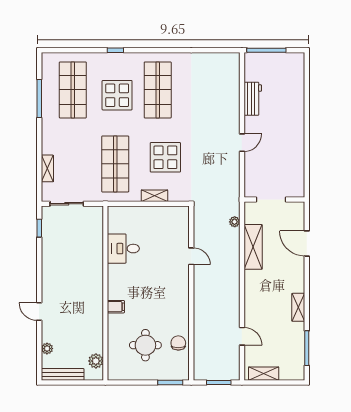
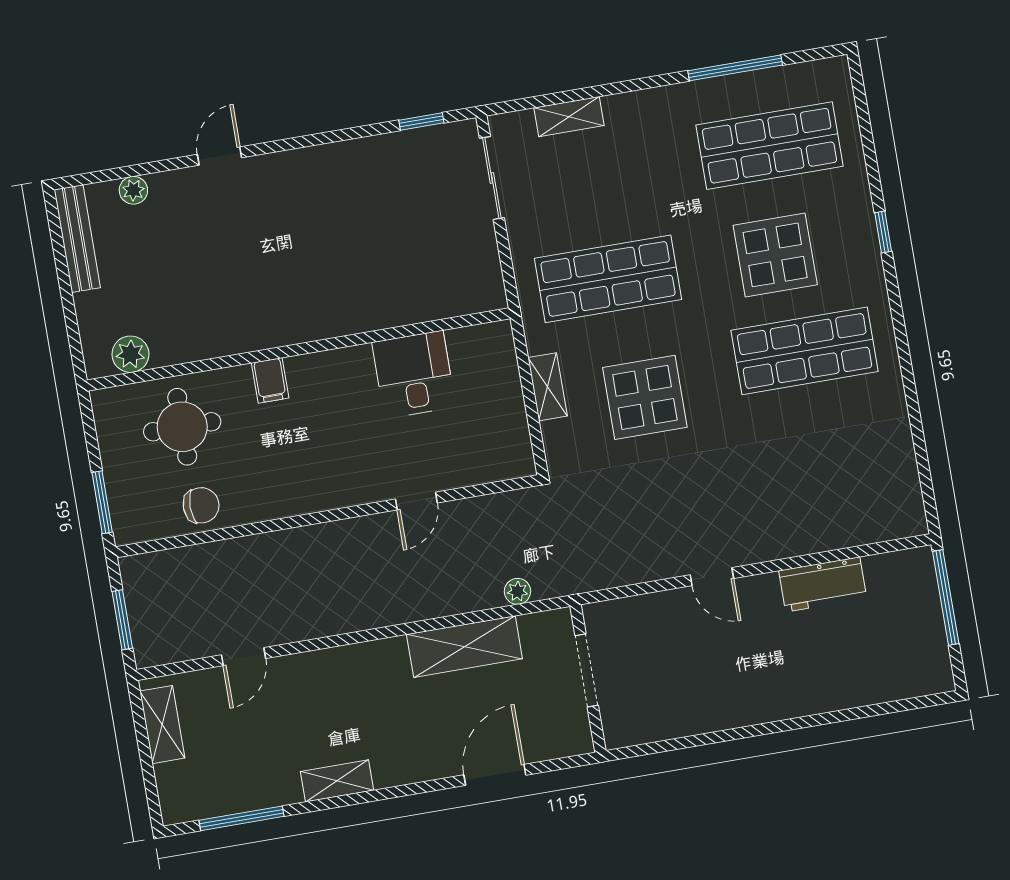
desk: (123, 249) -> (414, 374), moved
wall: (105, 293) -> (299, 349), moved
filing cabinet: (116, 307) -> (270, 380), moved
plant: (96, 361) -> (130, 354), moved

